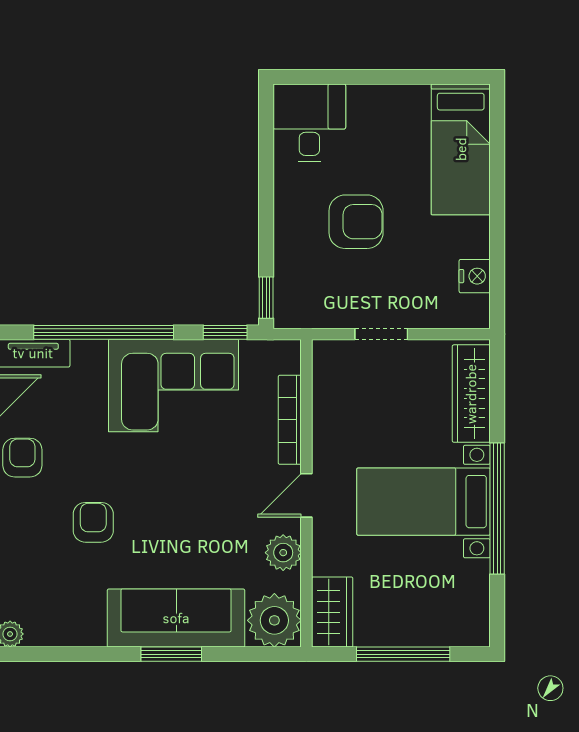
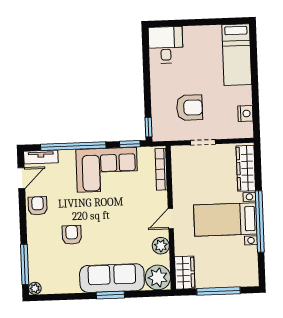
armchair: (356, 222) -> (190, 108), moved
bookcase: (290, 420) -> (161, 169), moved

